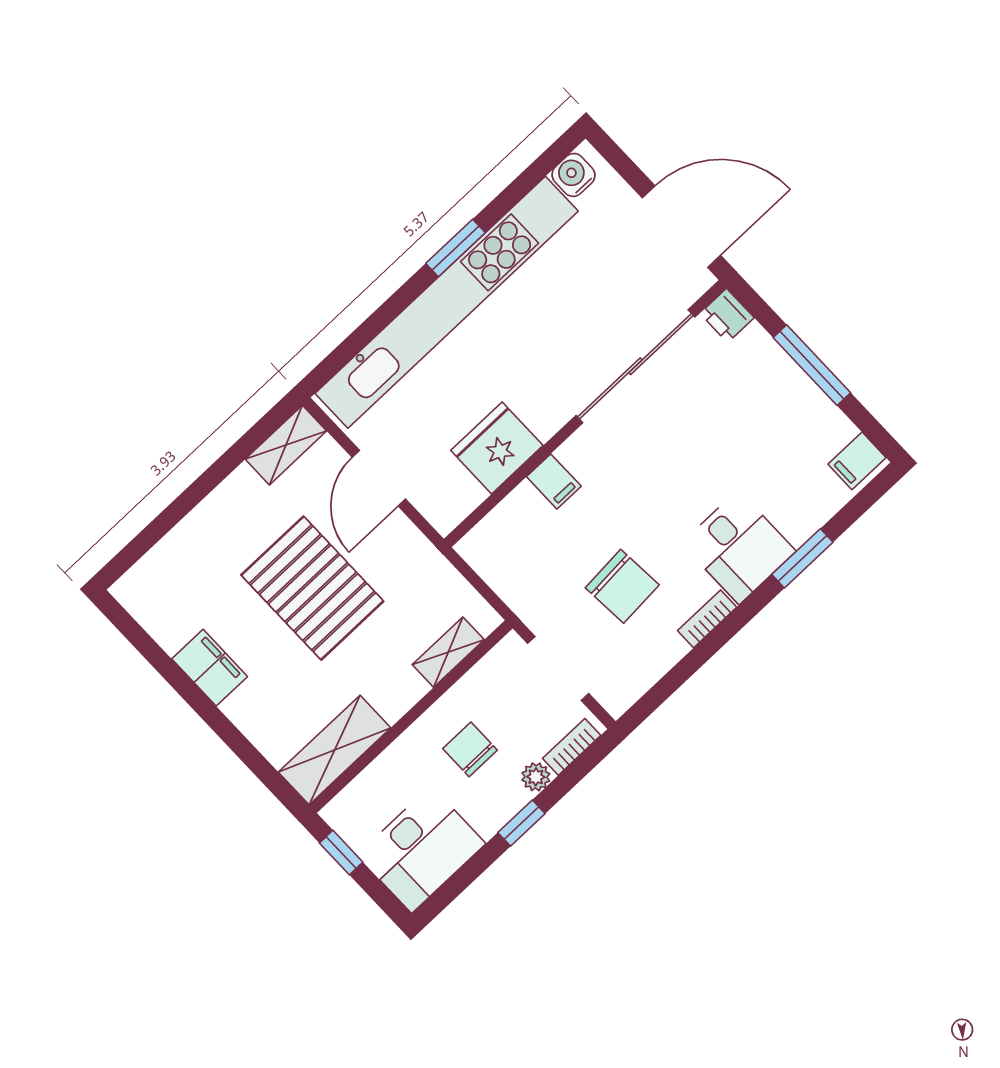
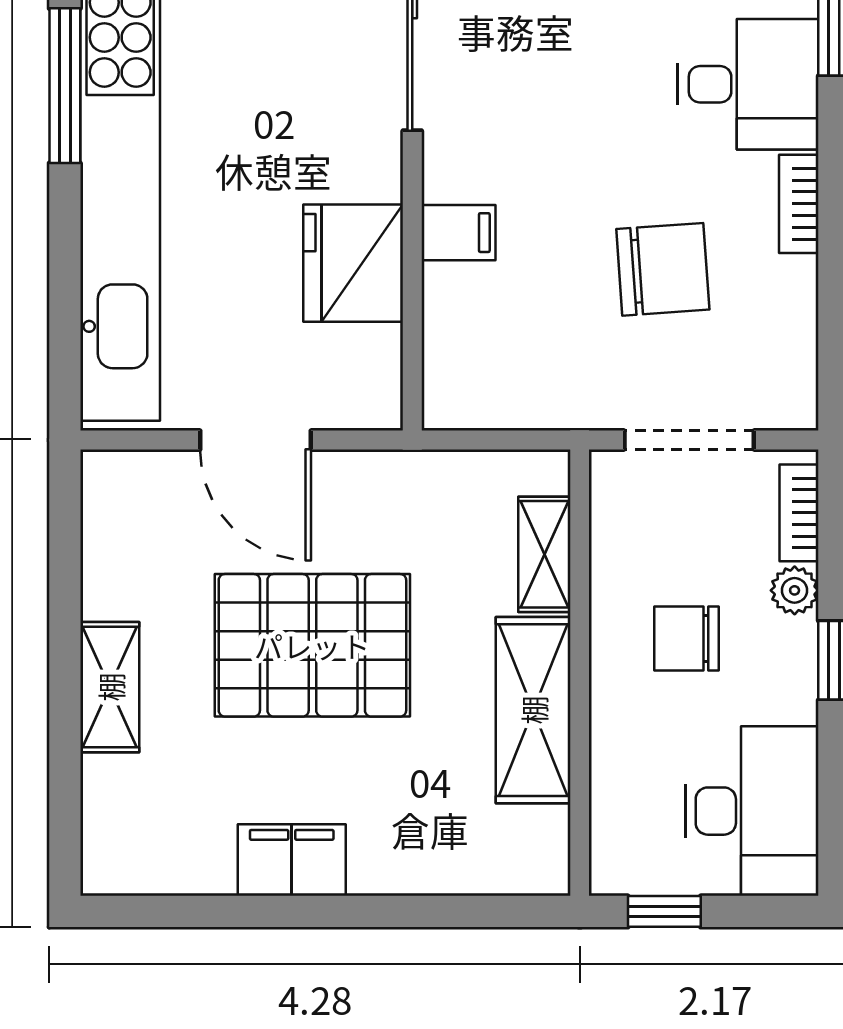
window: (456, 248) -> (65, 86), width x1.44
shelving: (286, 445) -> (110, 687), moved
shelving: (335, 750) -> (533, 710), moved

